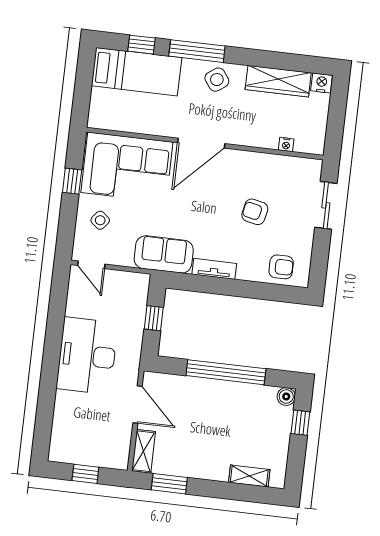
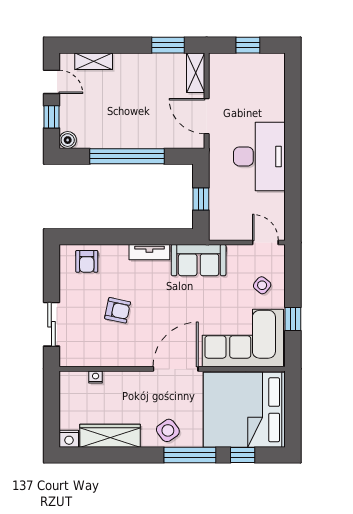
bed: (137, 72) -> (244, 410), width x2.04
armchair: (281, 267) -> (87, 261), turned -90
door: (296, 460) -> (51, 82), added

